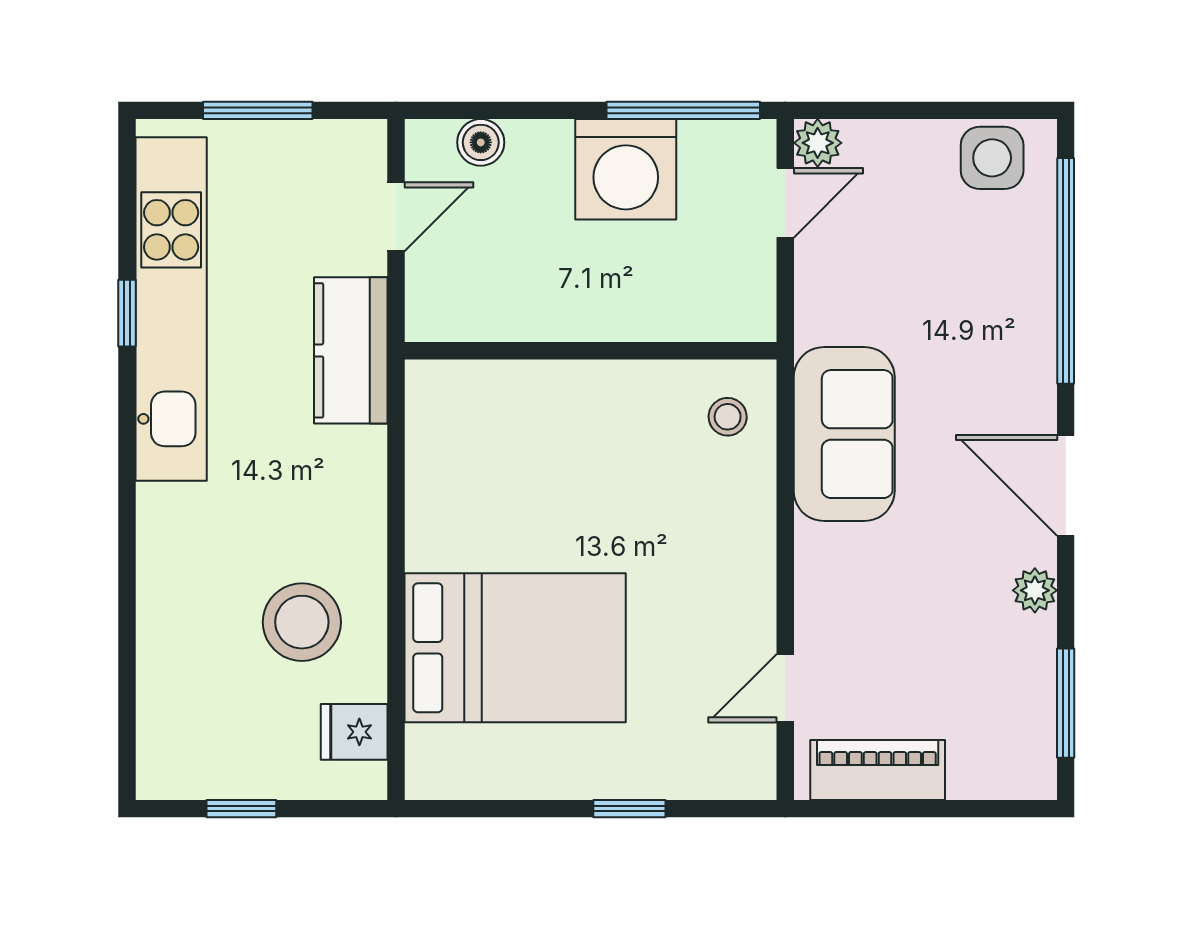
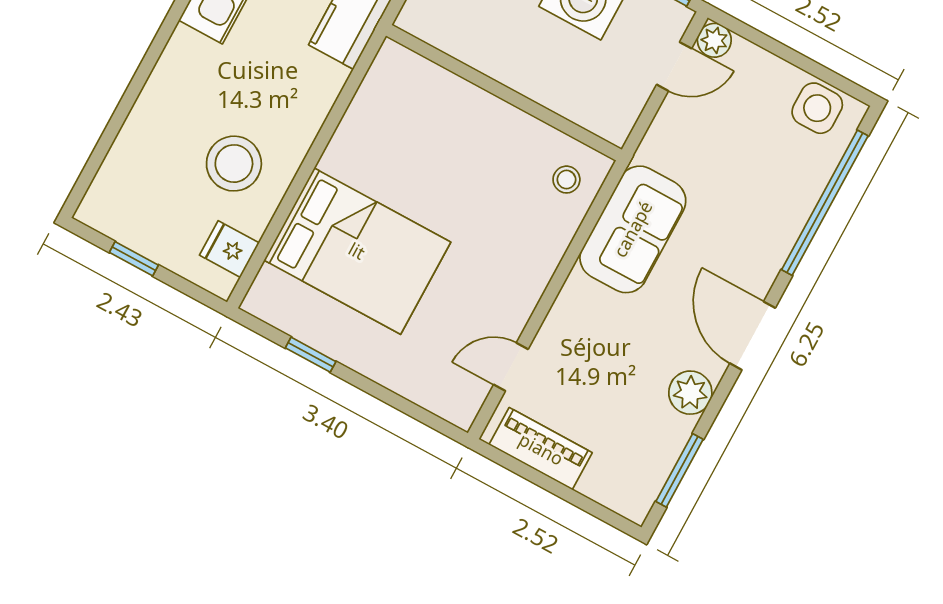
plant: (1035, 590) -> (690, 393), width x1.38, depth x1.38
window: (629, 809) -> (311, 355), moved

